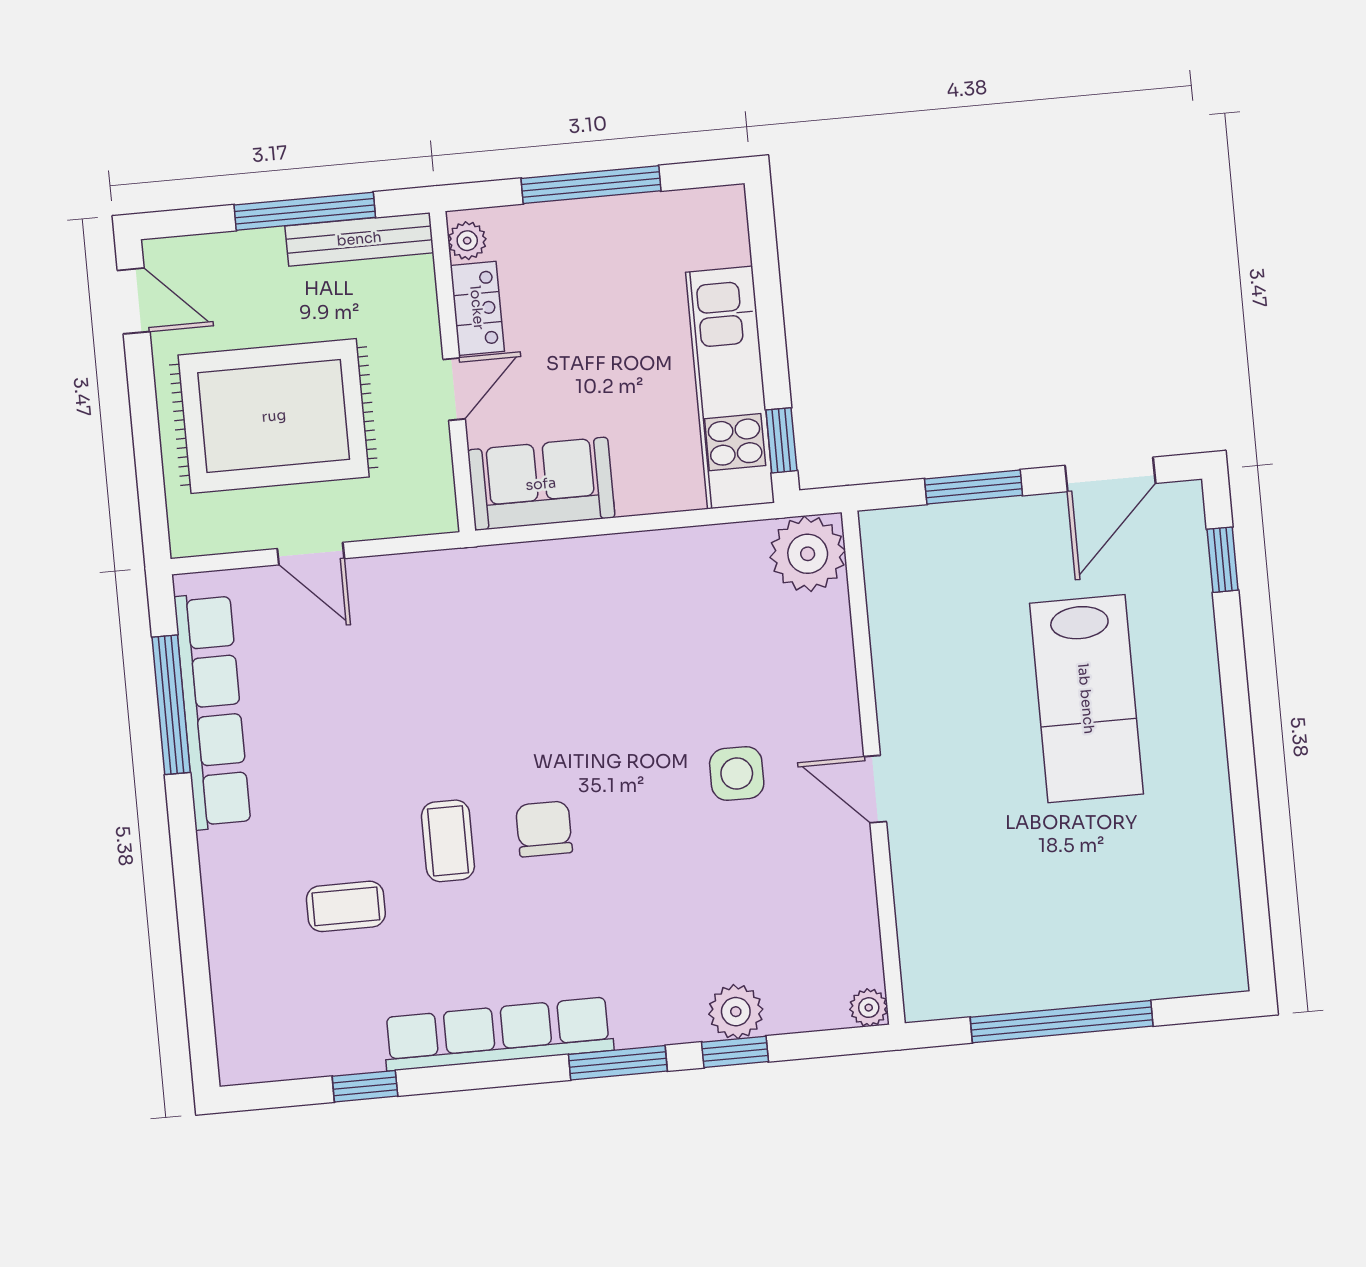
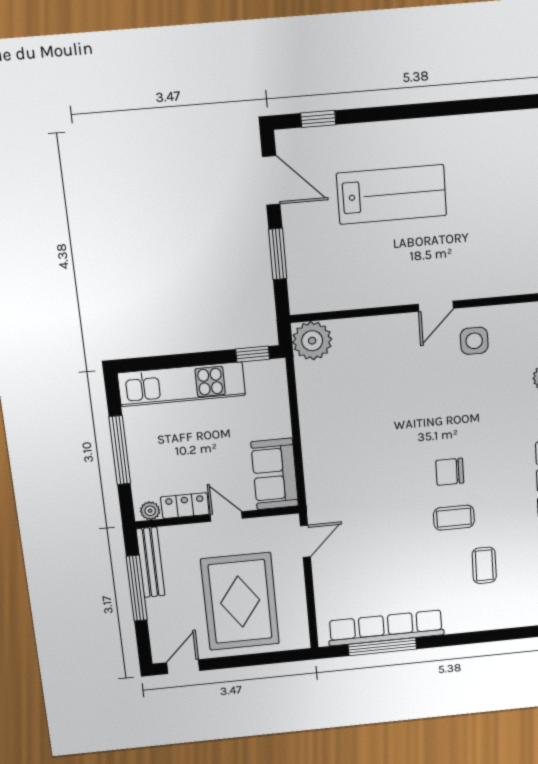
kitchen unit: (730, 388) -> (182, 384), moved
door: (311, 554) -> (305, 541), moved
side table: (737, 774) -> (474, 341), moved

